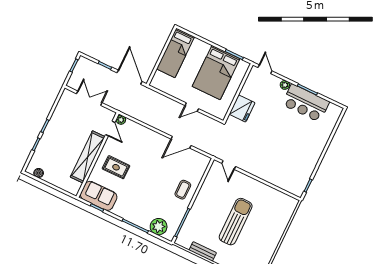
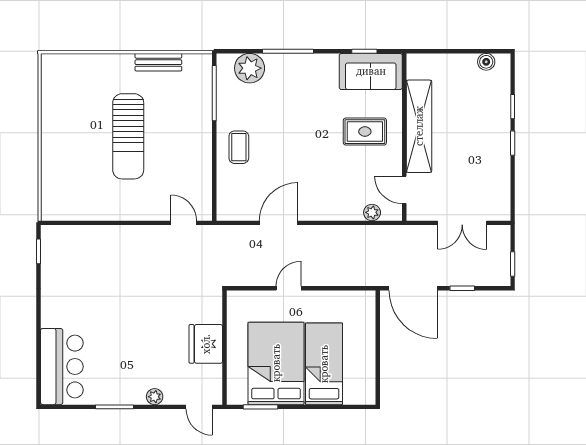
bed: (176, 53) -> (324, 364), moved
bar counter: (306, 103) -> (62, 367), moved, turned 90
fridge: (242, 108) -> (206, 344), moved
plant: (121, 120) -> (372, 212), moved

